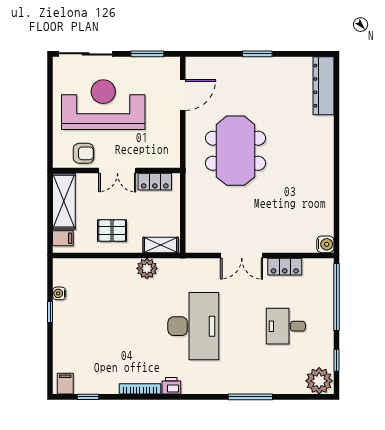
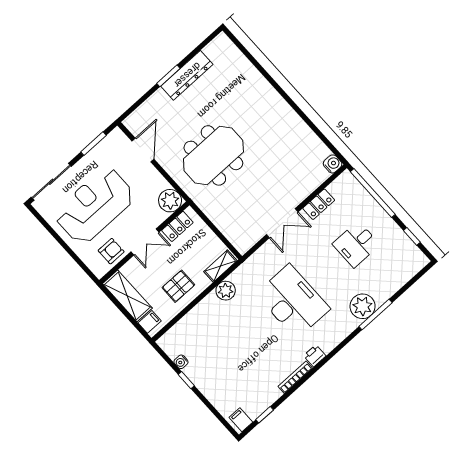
dresser: (323, 86) -> (187, 75), moved, turned -90
meeting table: (235, 151) -> (213, 155), turned 90
plant: (168, 156) -> (170, 201), added
plant: (319, 381) -> (363, 306), moved

